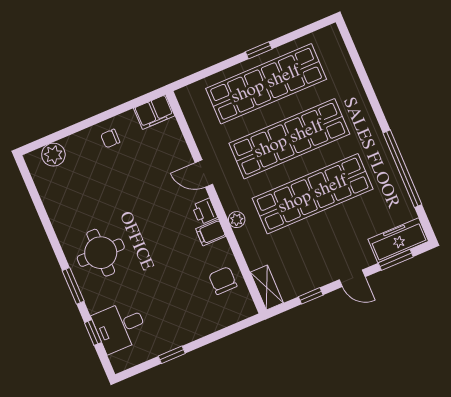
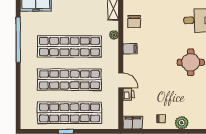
plant: (53, 155) -> (182, 123), moved
printer: (205, 211) -> (128, 94), moved
plant: (237, 220) -> (114, 35), moved

